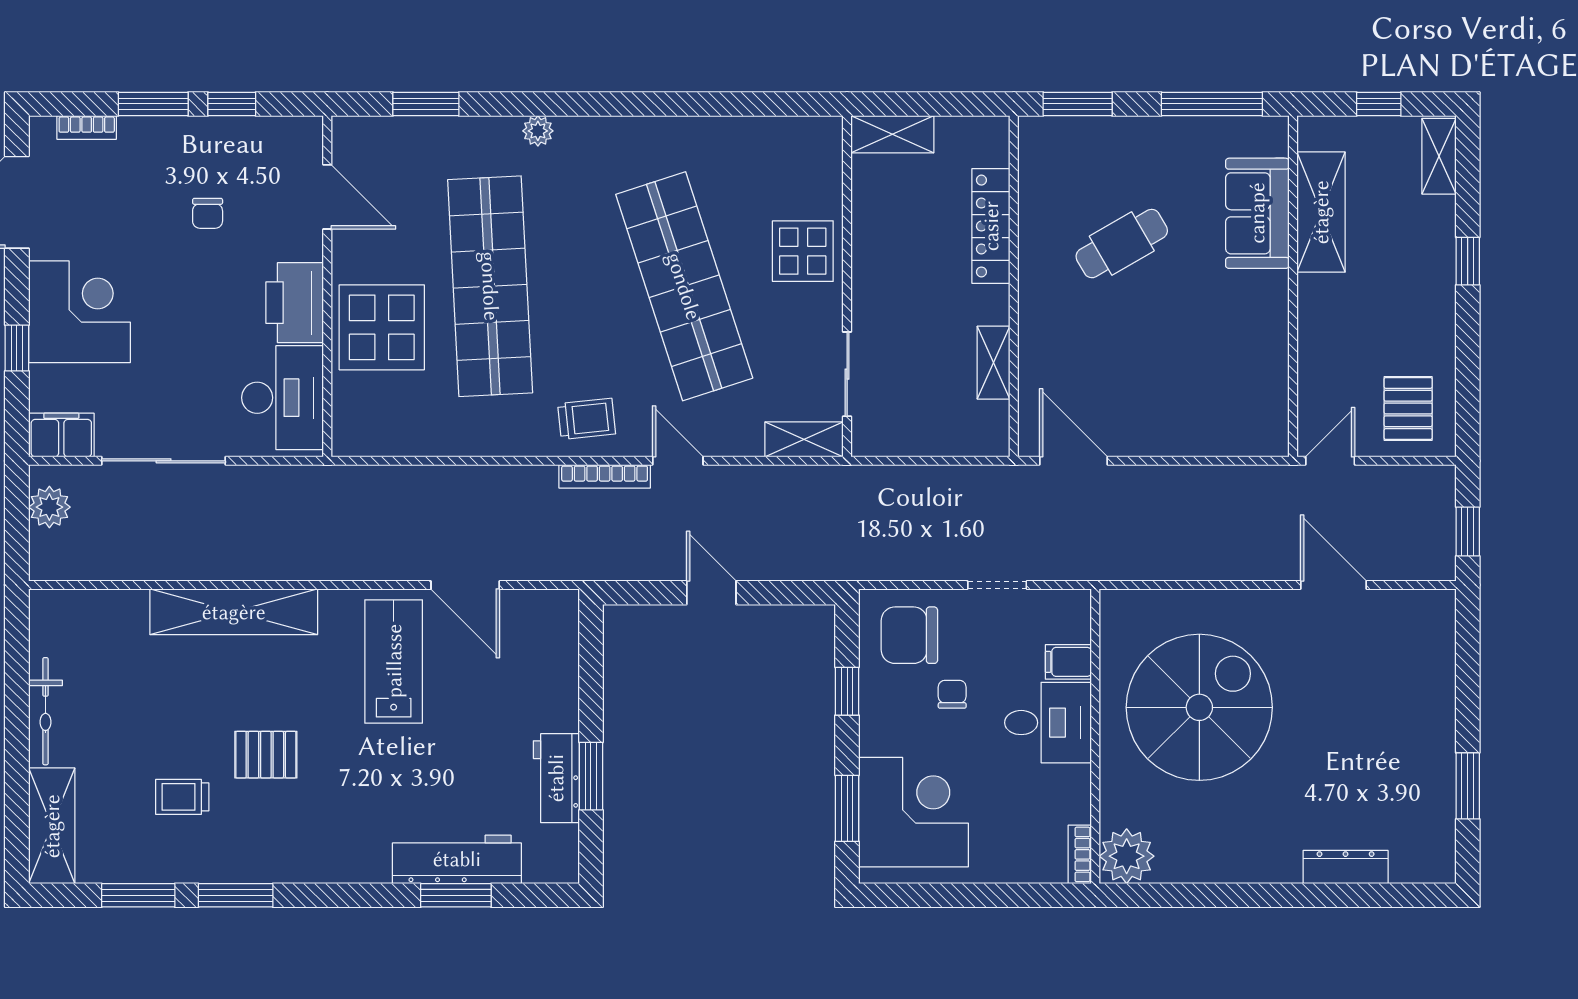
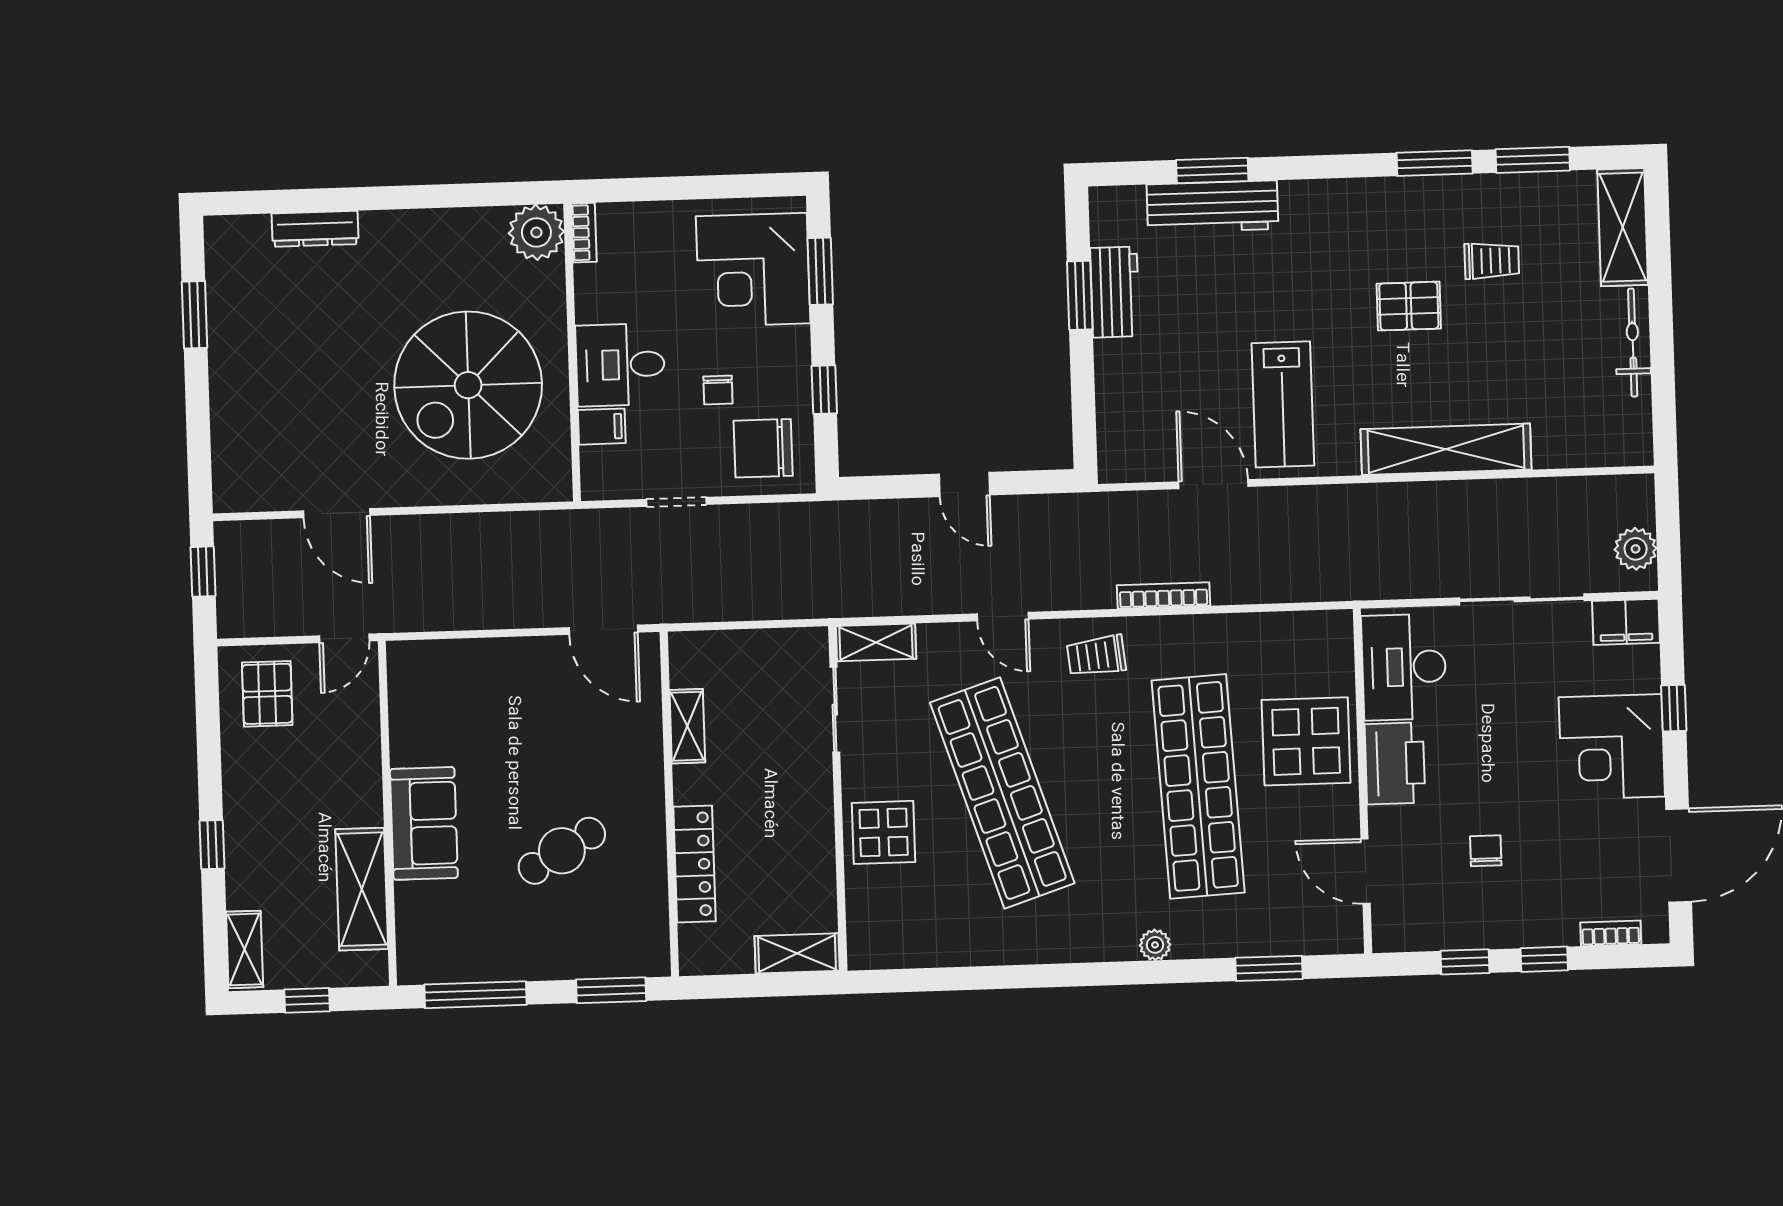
window: (153, 104) -> (1544, 959), width x0.67
sofa: (1257, 213) -> (424, 823), moved
bookcase: (605, 476) -> (1163, 595), moved
chair: (909, 635) -> (763, 448), turned 180

